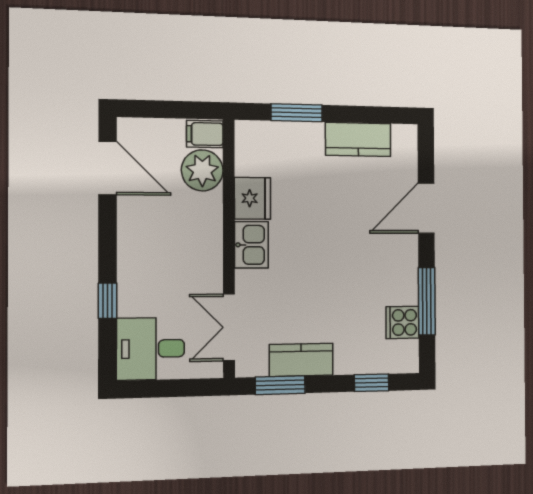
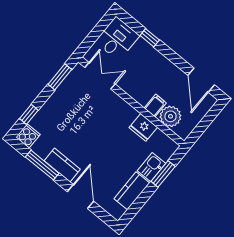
filing cabinet: (205, 134) -> (155, 106), moved
door: (108, 168) -> (201, 80), hinge flipped
kitchen sink: (251, 245) -> (151, 167), moved, turned 90
cooker: (403, 322) -> (28, 136), moved
kitchen counter: (301, 360) -> (62, 165), moved, turned -90

